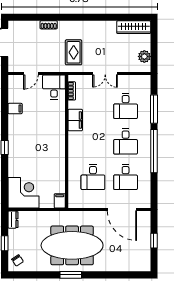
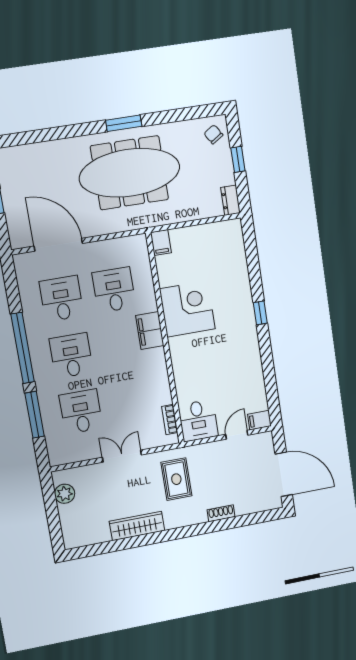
wardrobe: (134, 27) -> (137, 526), moved
filing cabinet: (15, 109) -> (259, 420), moved
filing cabinet: (75, 120) -> (150, 331), moved
corner desk: (23, 193) -> (187, 309), moved, turned 180

